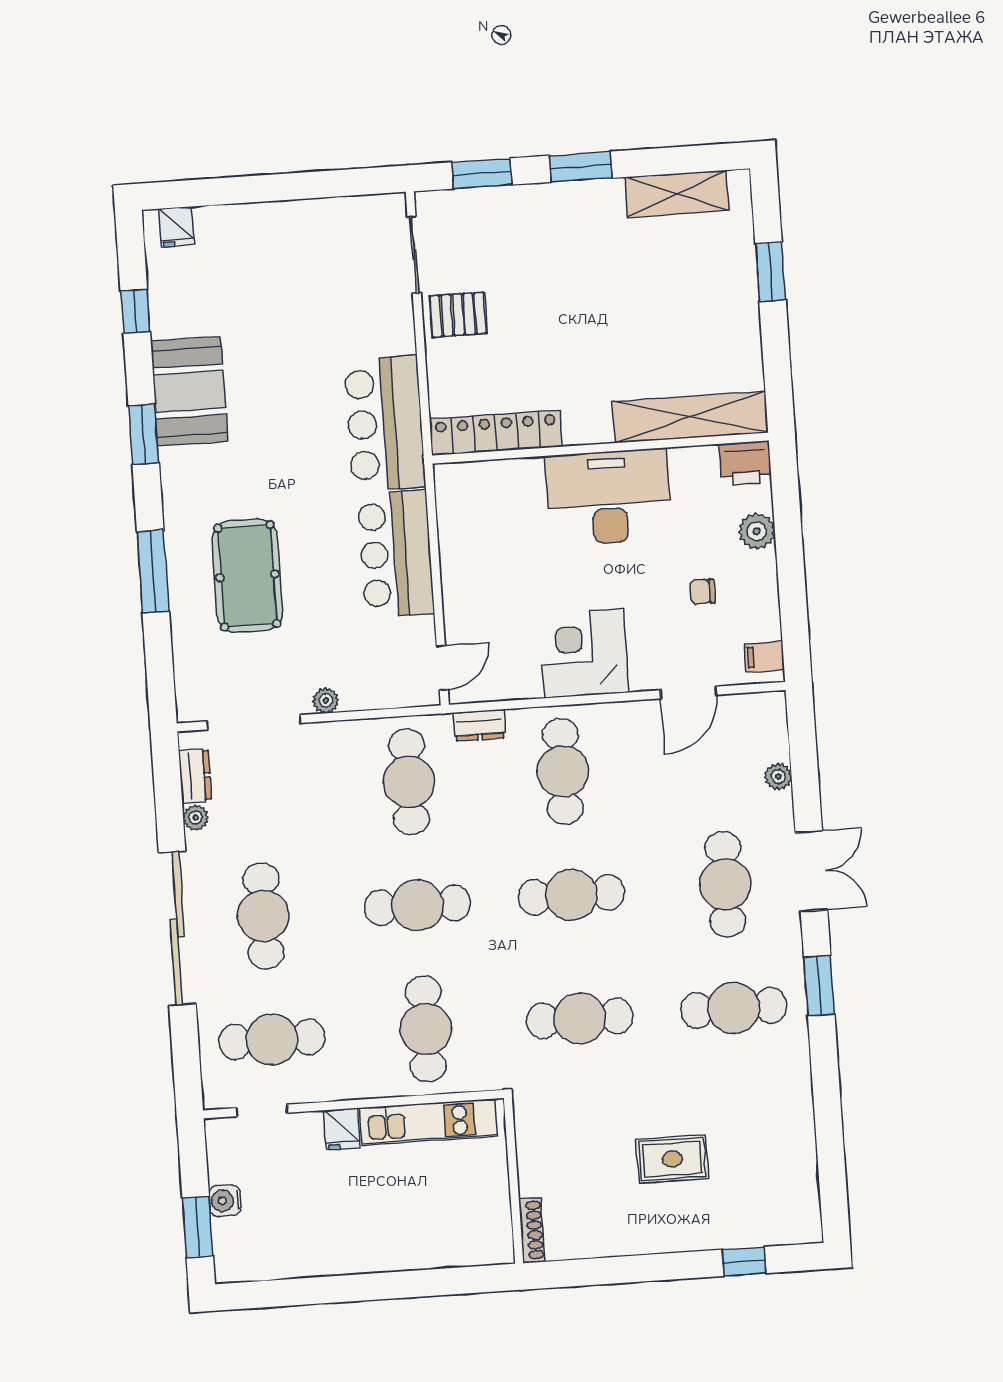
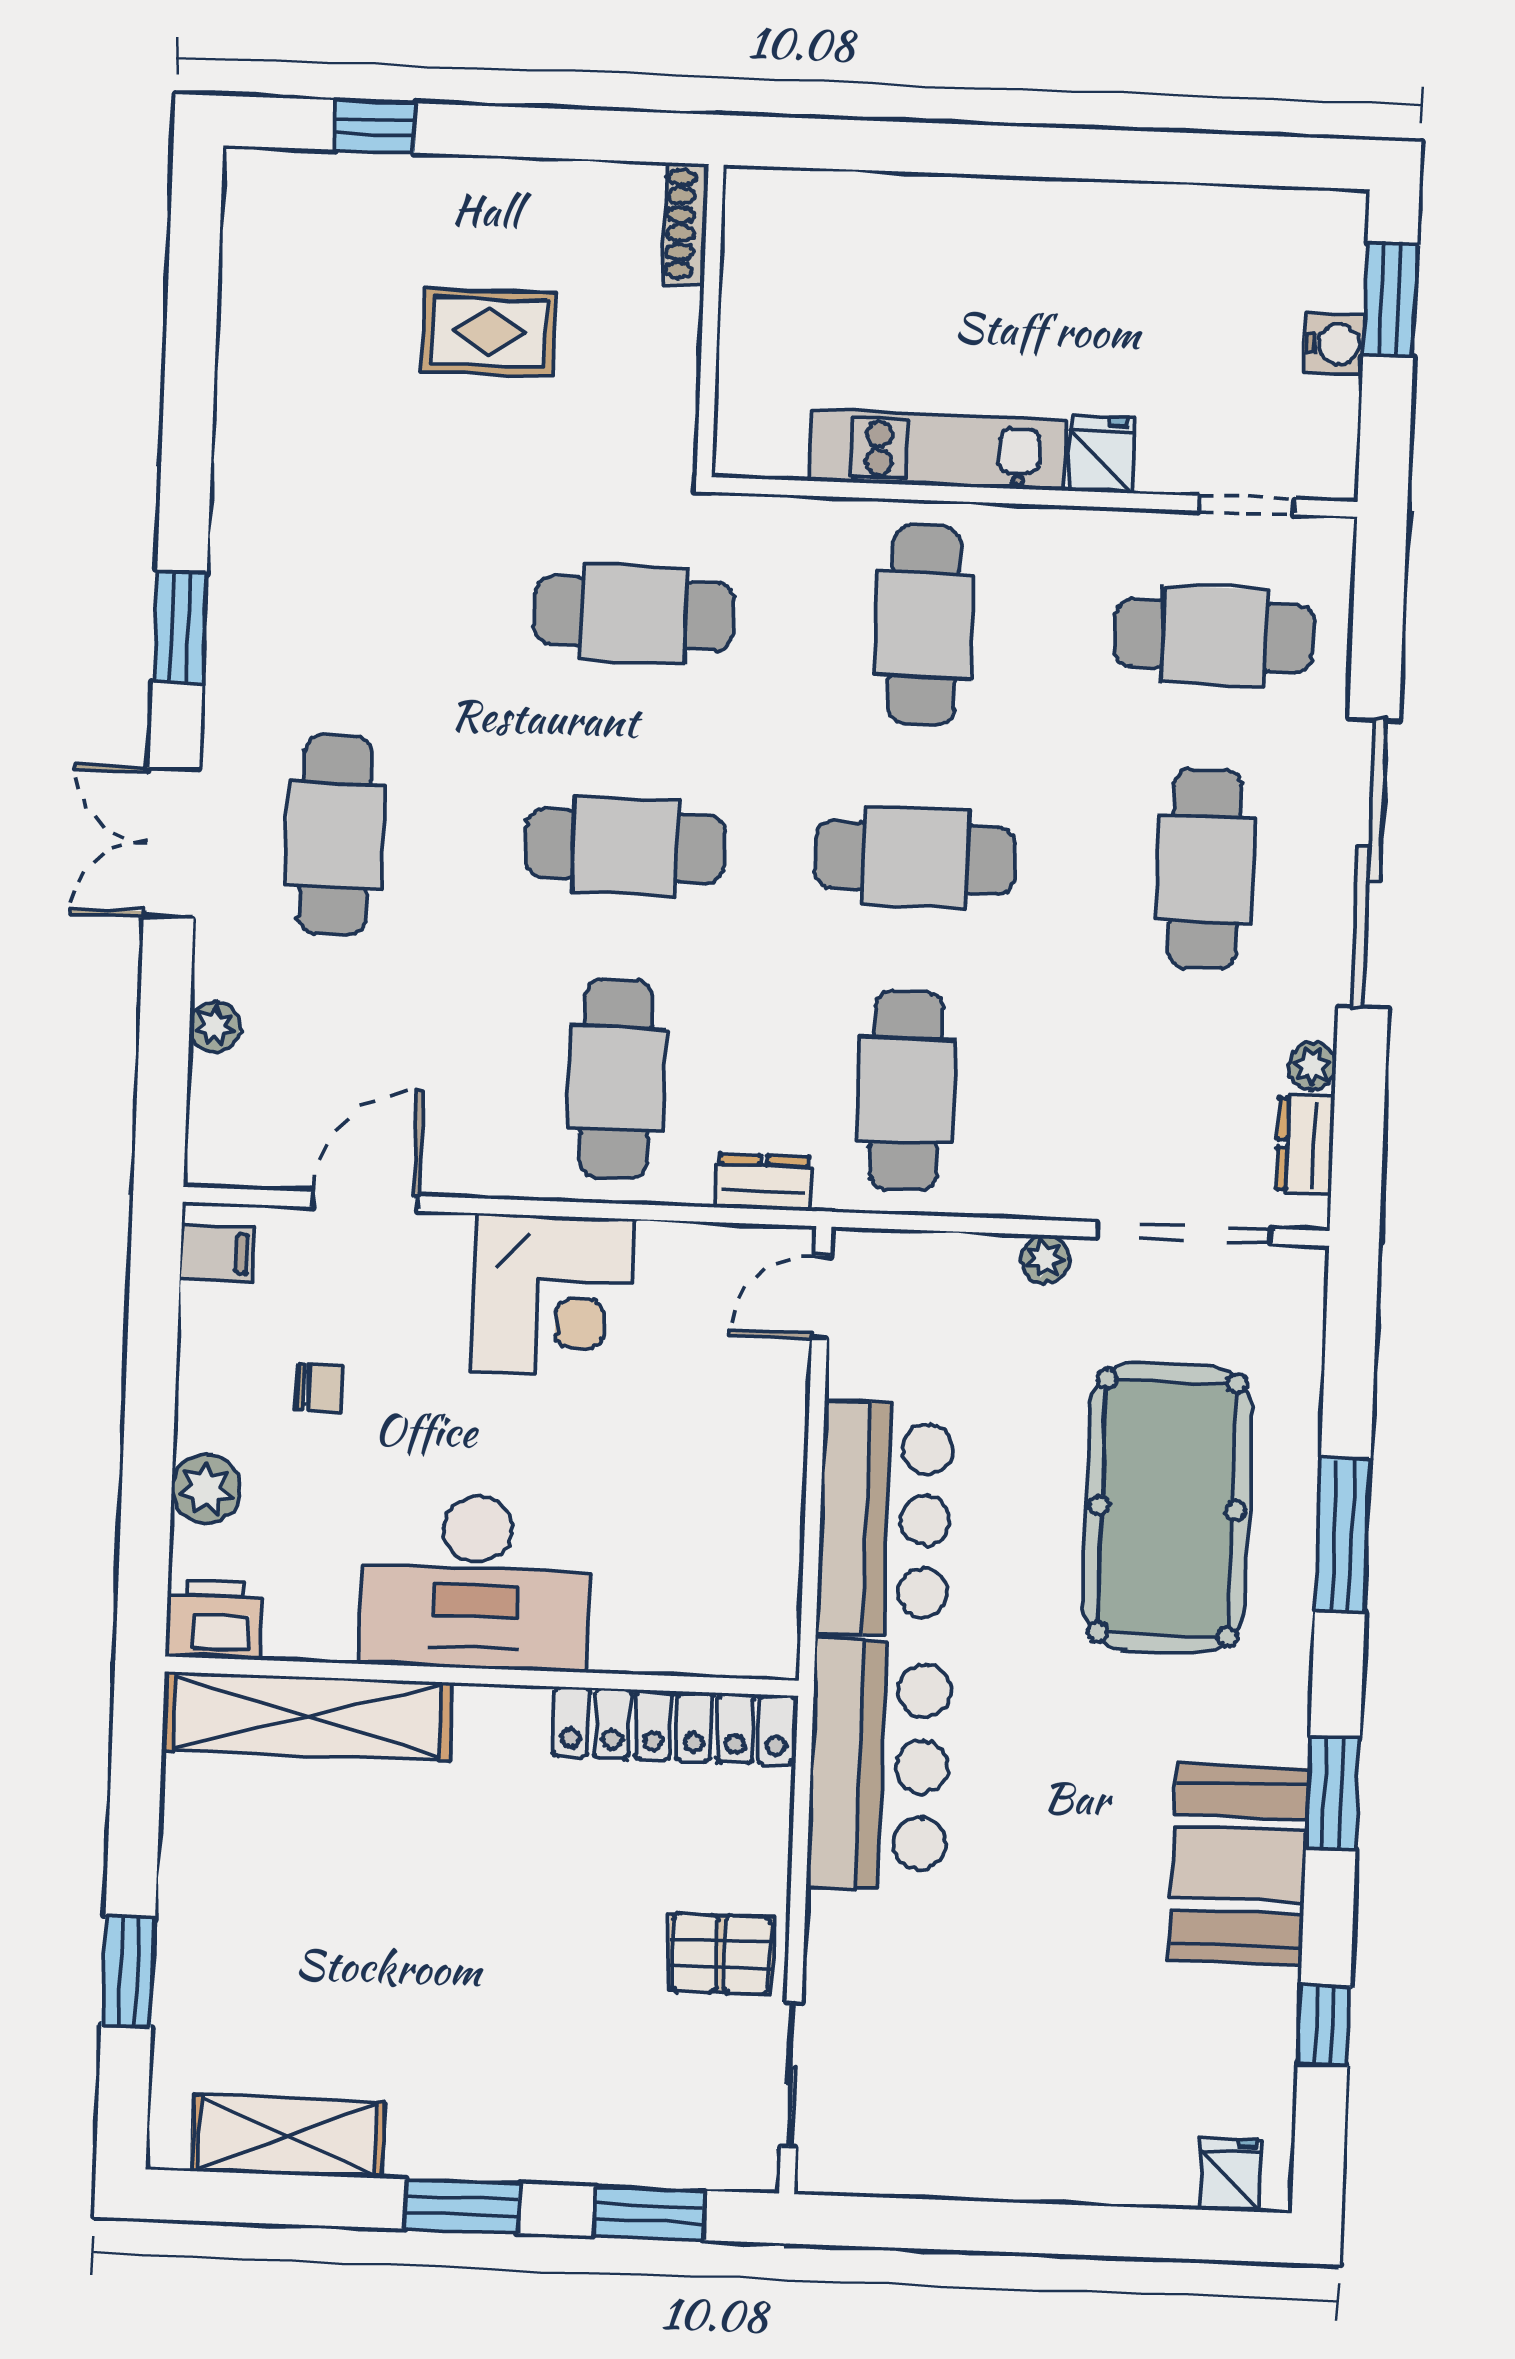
pool table: (247, 576) -> (1167, 1508), width x1.36, depth x1.32
cafe table: (734, 1008) -> (344, 602), removed
wall: (513, 1181) -> (710, 321), moved
shoe rack: (532, 1230) -> (686, 224), moved

